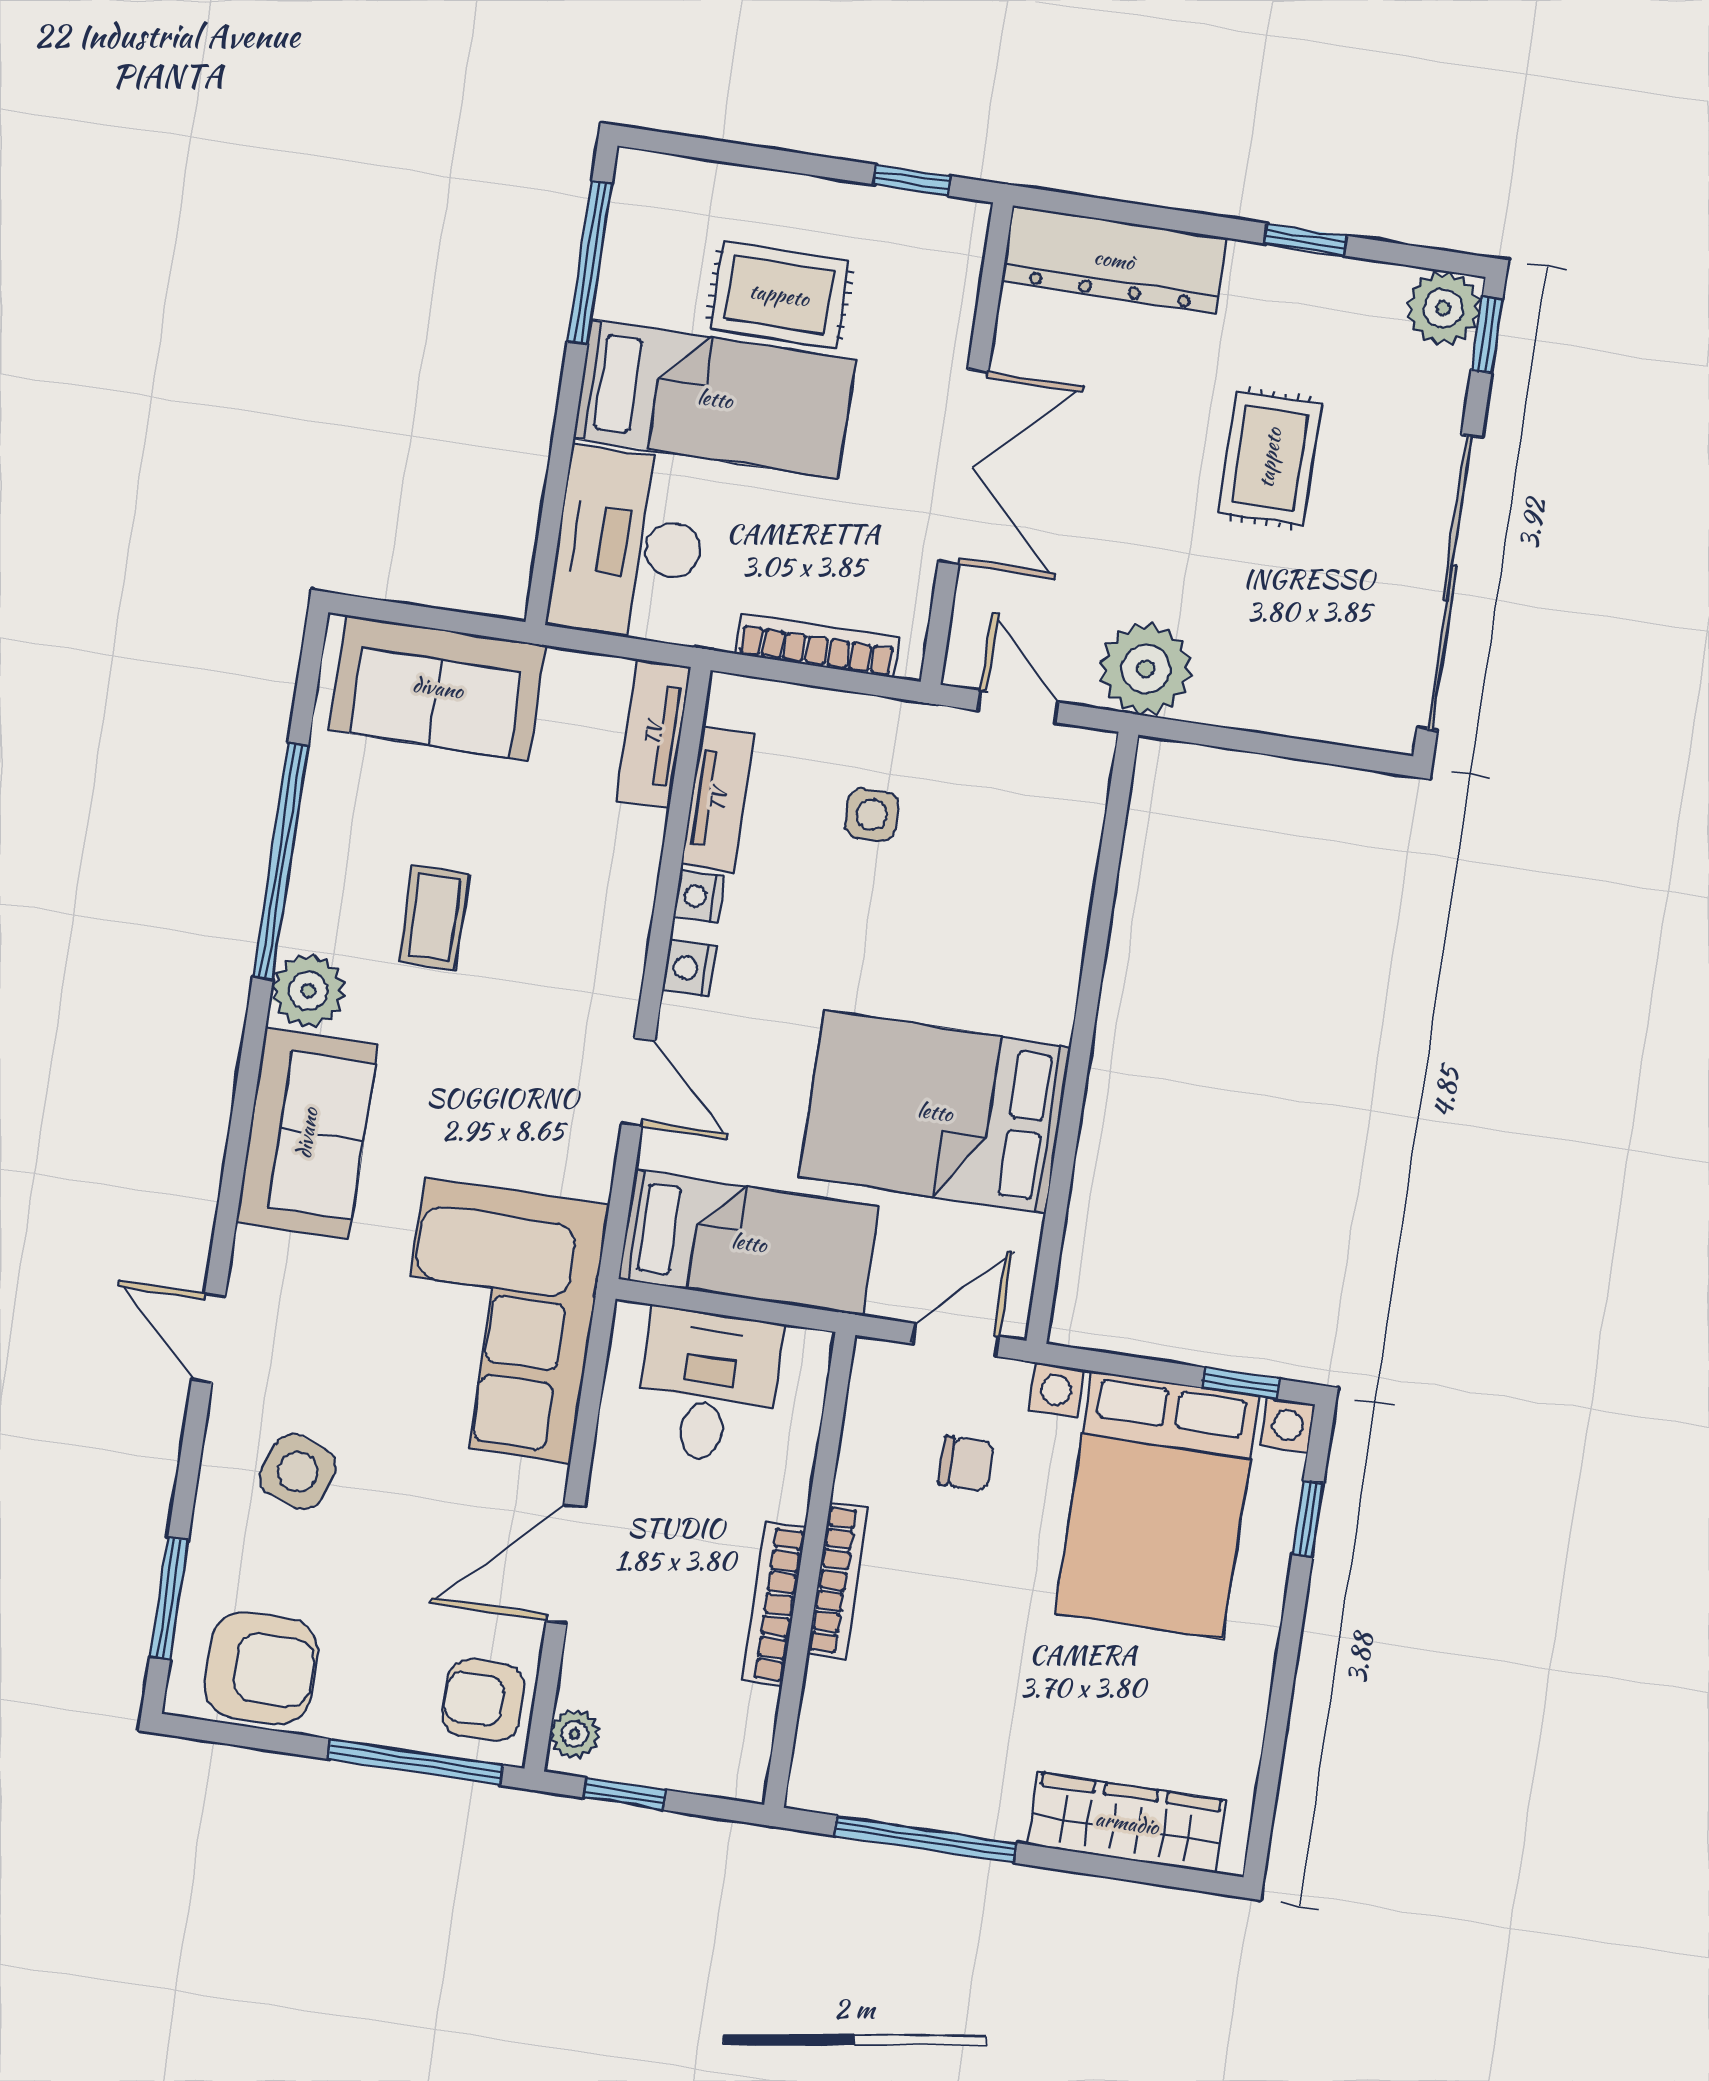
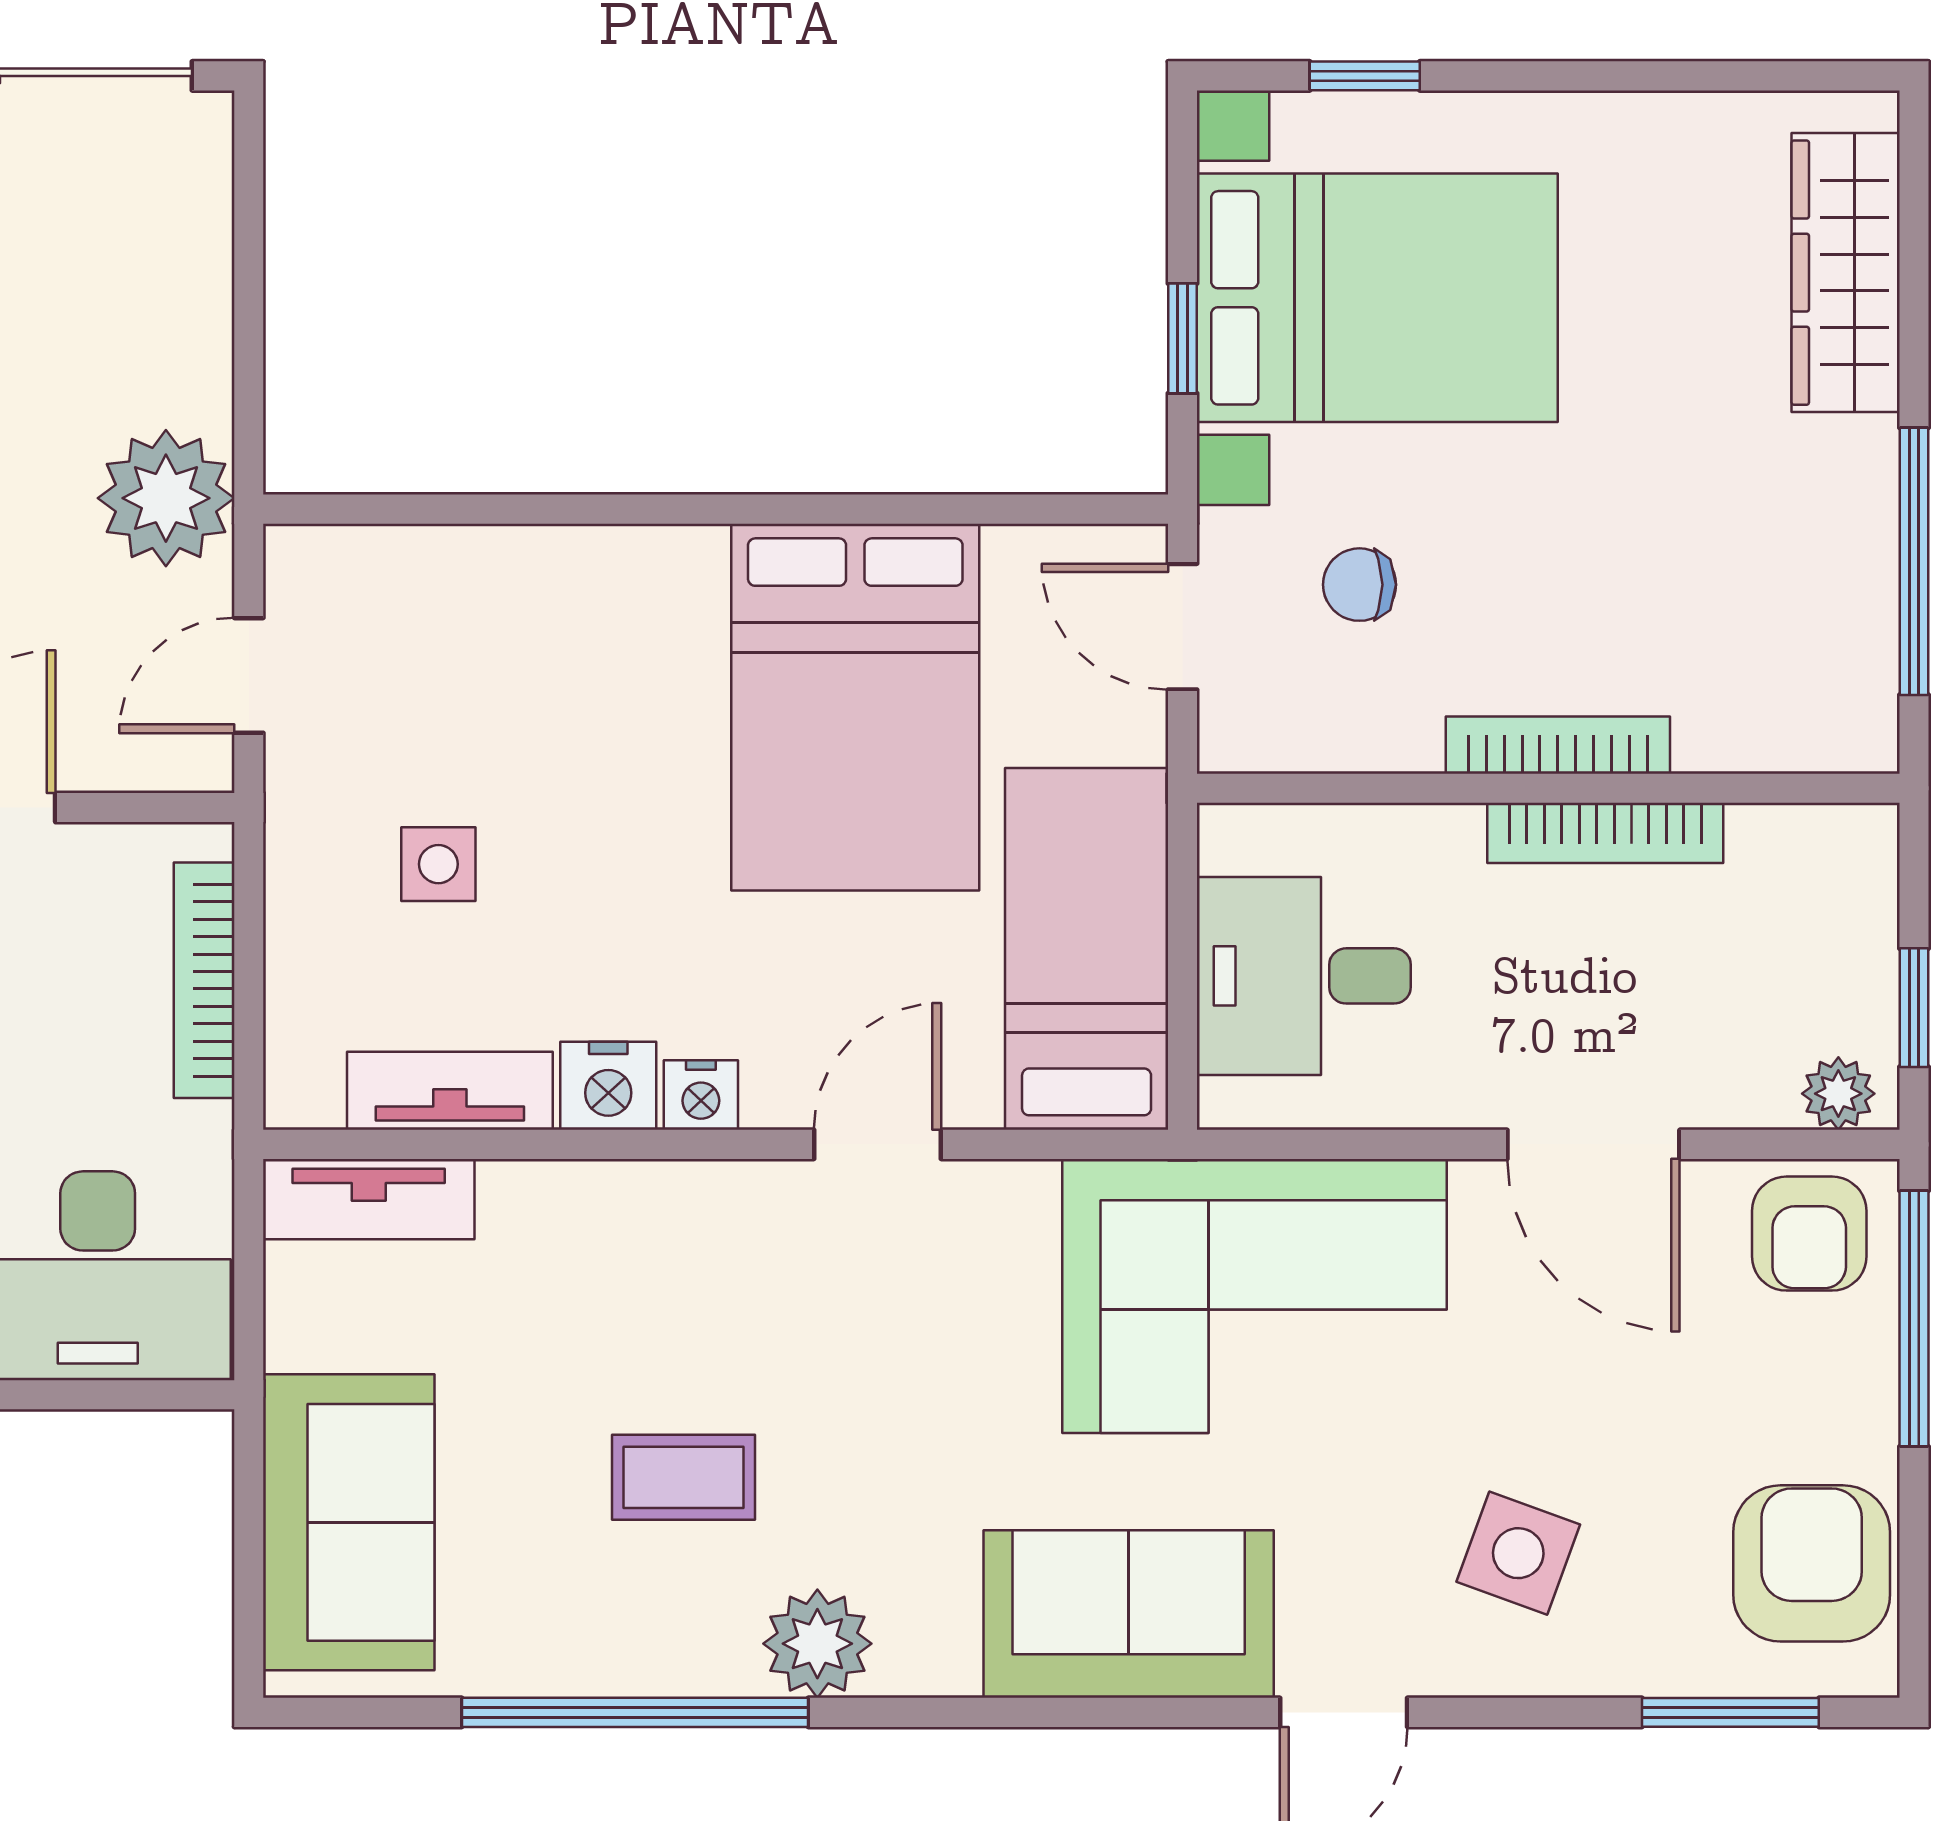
nightstand: (699, 897) -> (608, 1086), width x1.39, depth x1.35
sofa: (307, 1133) -> (1129, 1614), moved
window: (1241, 1383) -> (1182, 338), moved
chair: (966, 1464) -> (1359, 585), turned -90

